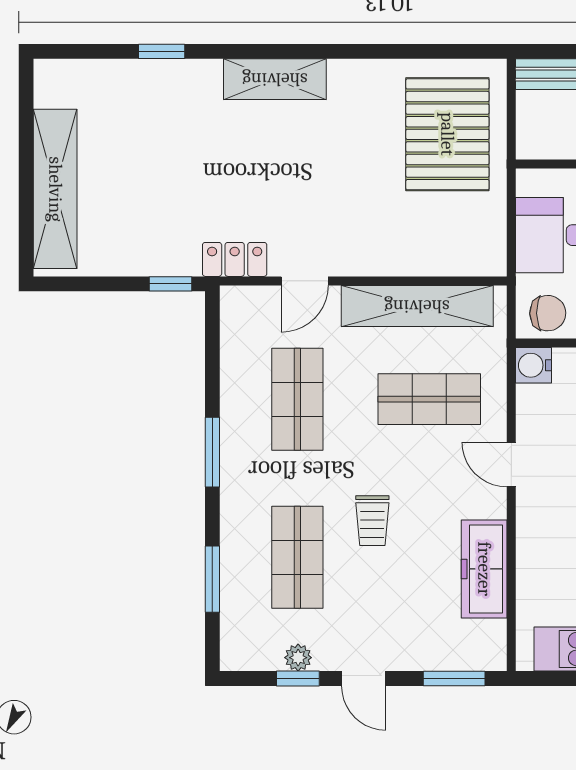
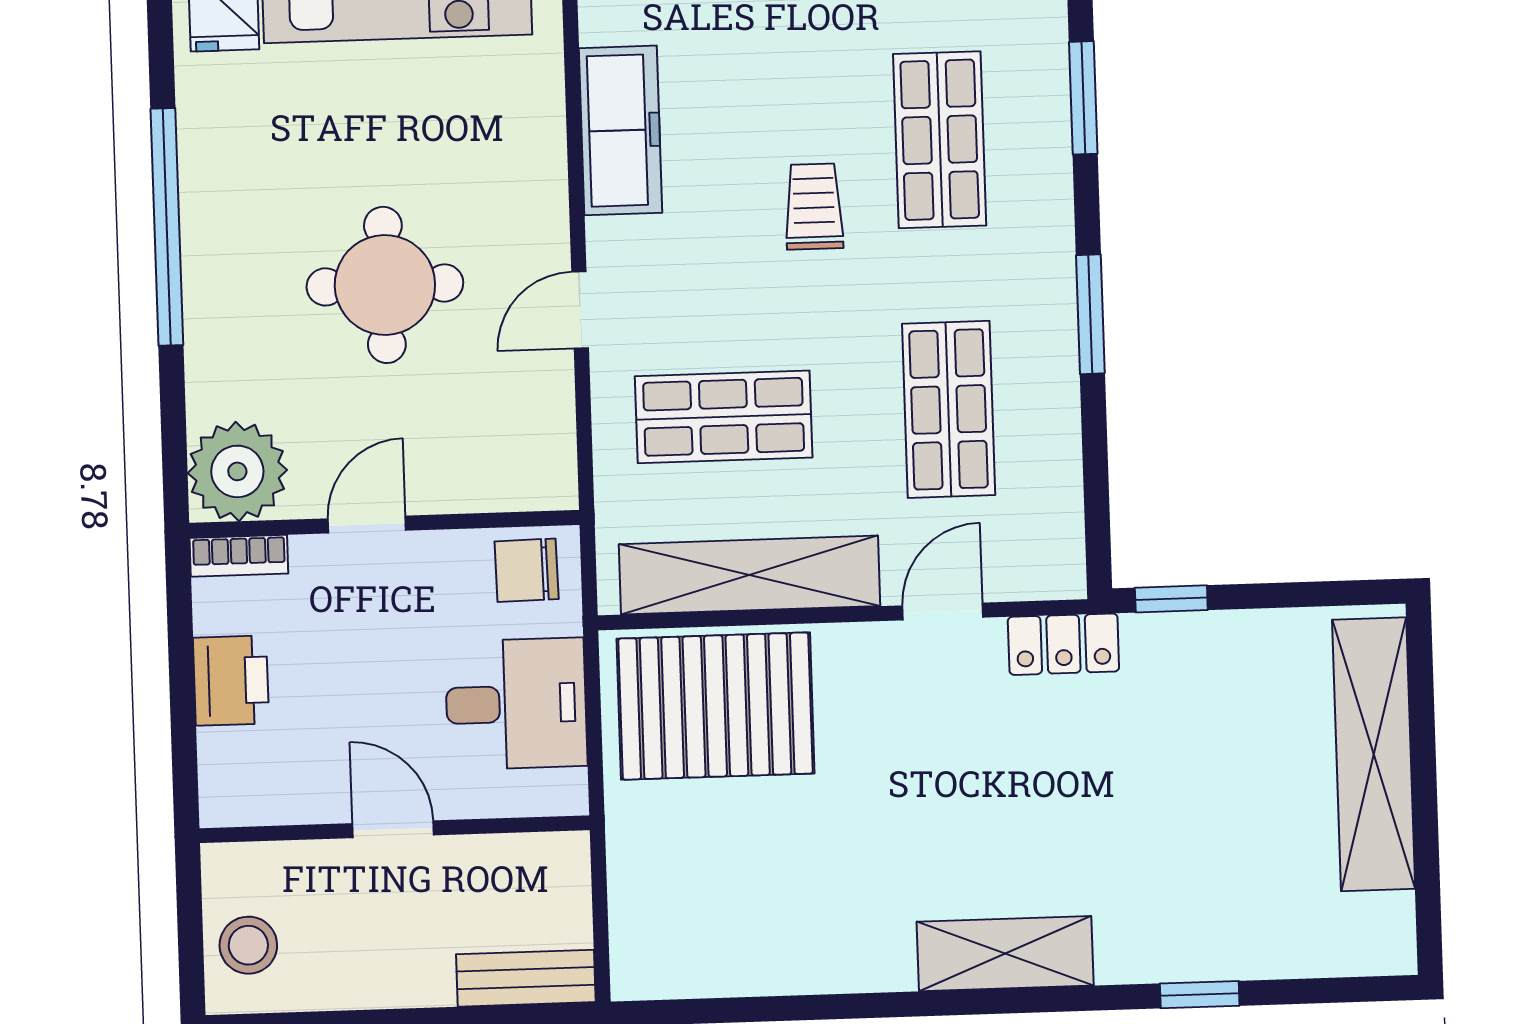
pallet: (447, 134) -> (715, 706), moved, turned 90
water cooler: (534, 365) -> (548, 481), removed
door: (511, 465) -> (580, 310), swing flipped

